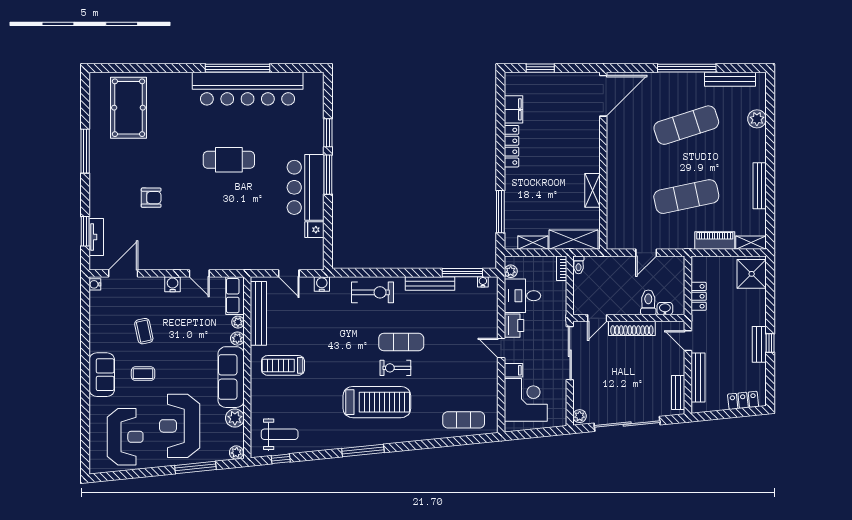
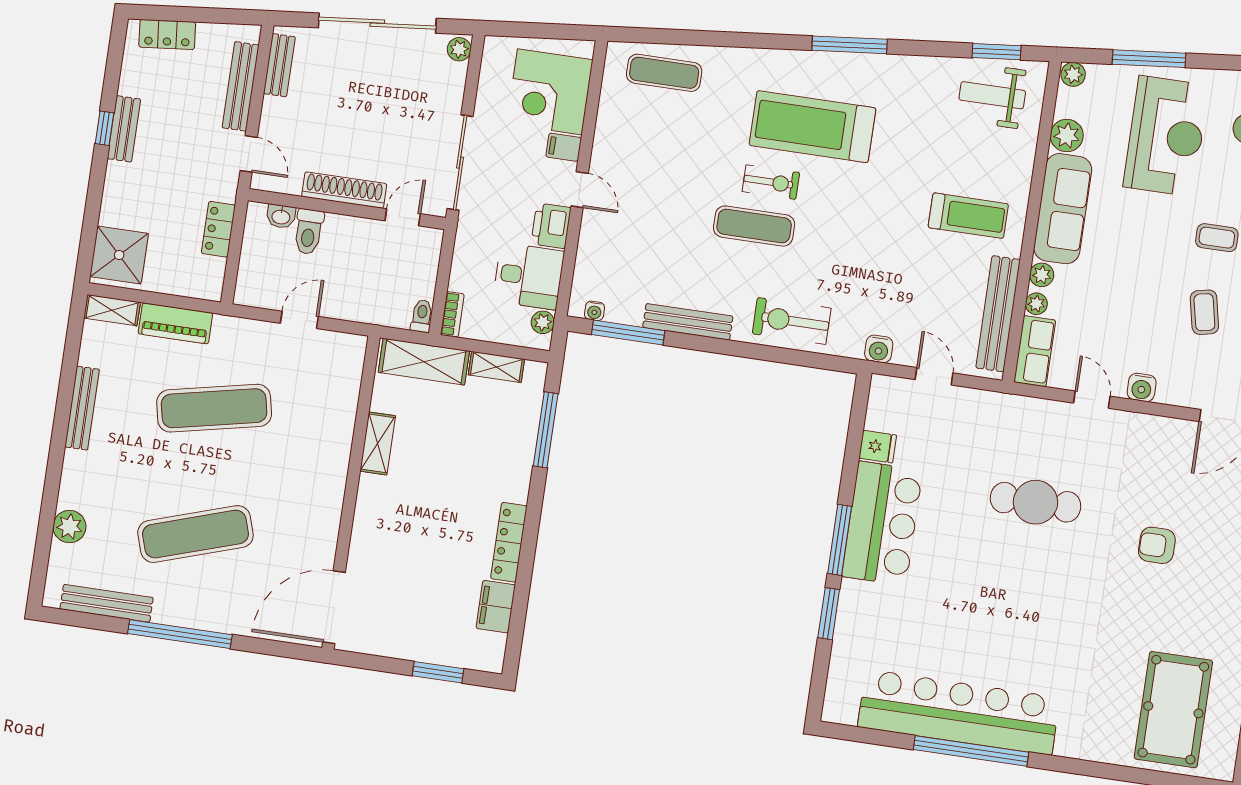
cafe table: (229, 160) -> (1035, 502), moved
window: (281, 459) -> (997, 52), width x1.50

